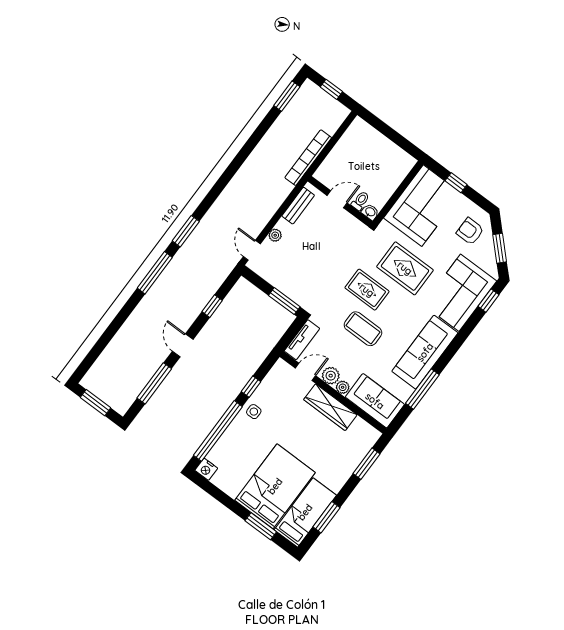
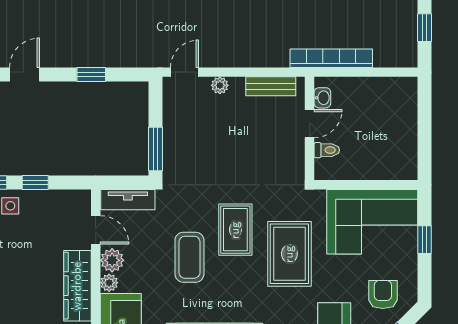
door: (337, 199) -> (310, 124), hinge flipped
washbasin: (370, 212) -> (322, 98), moved

